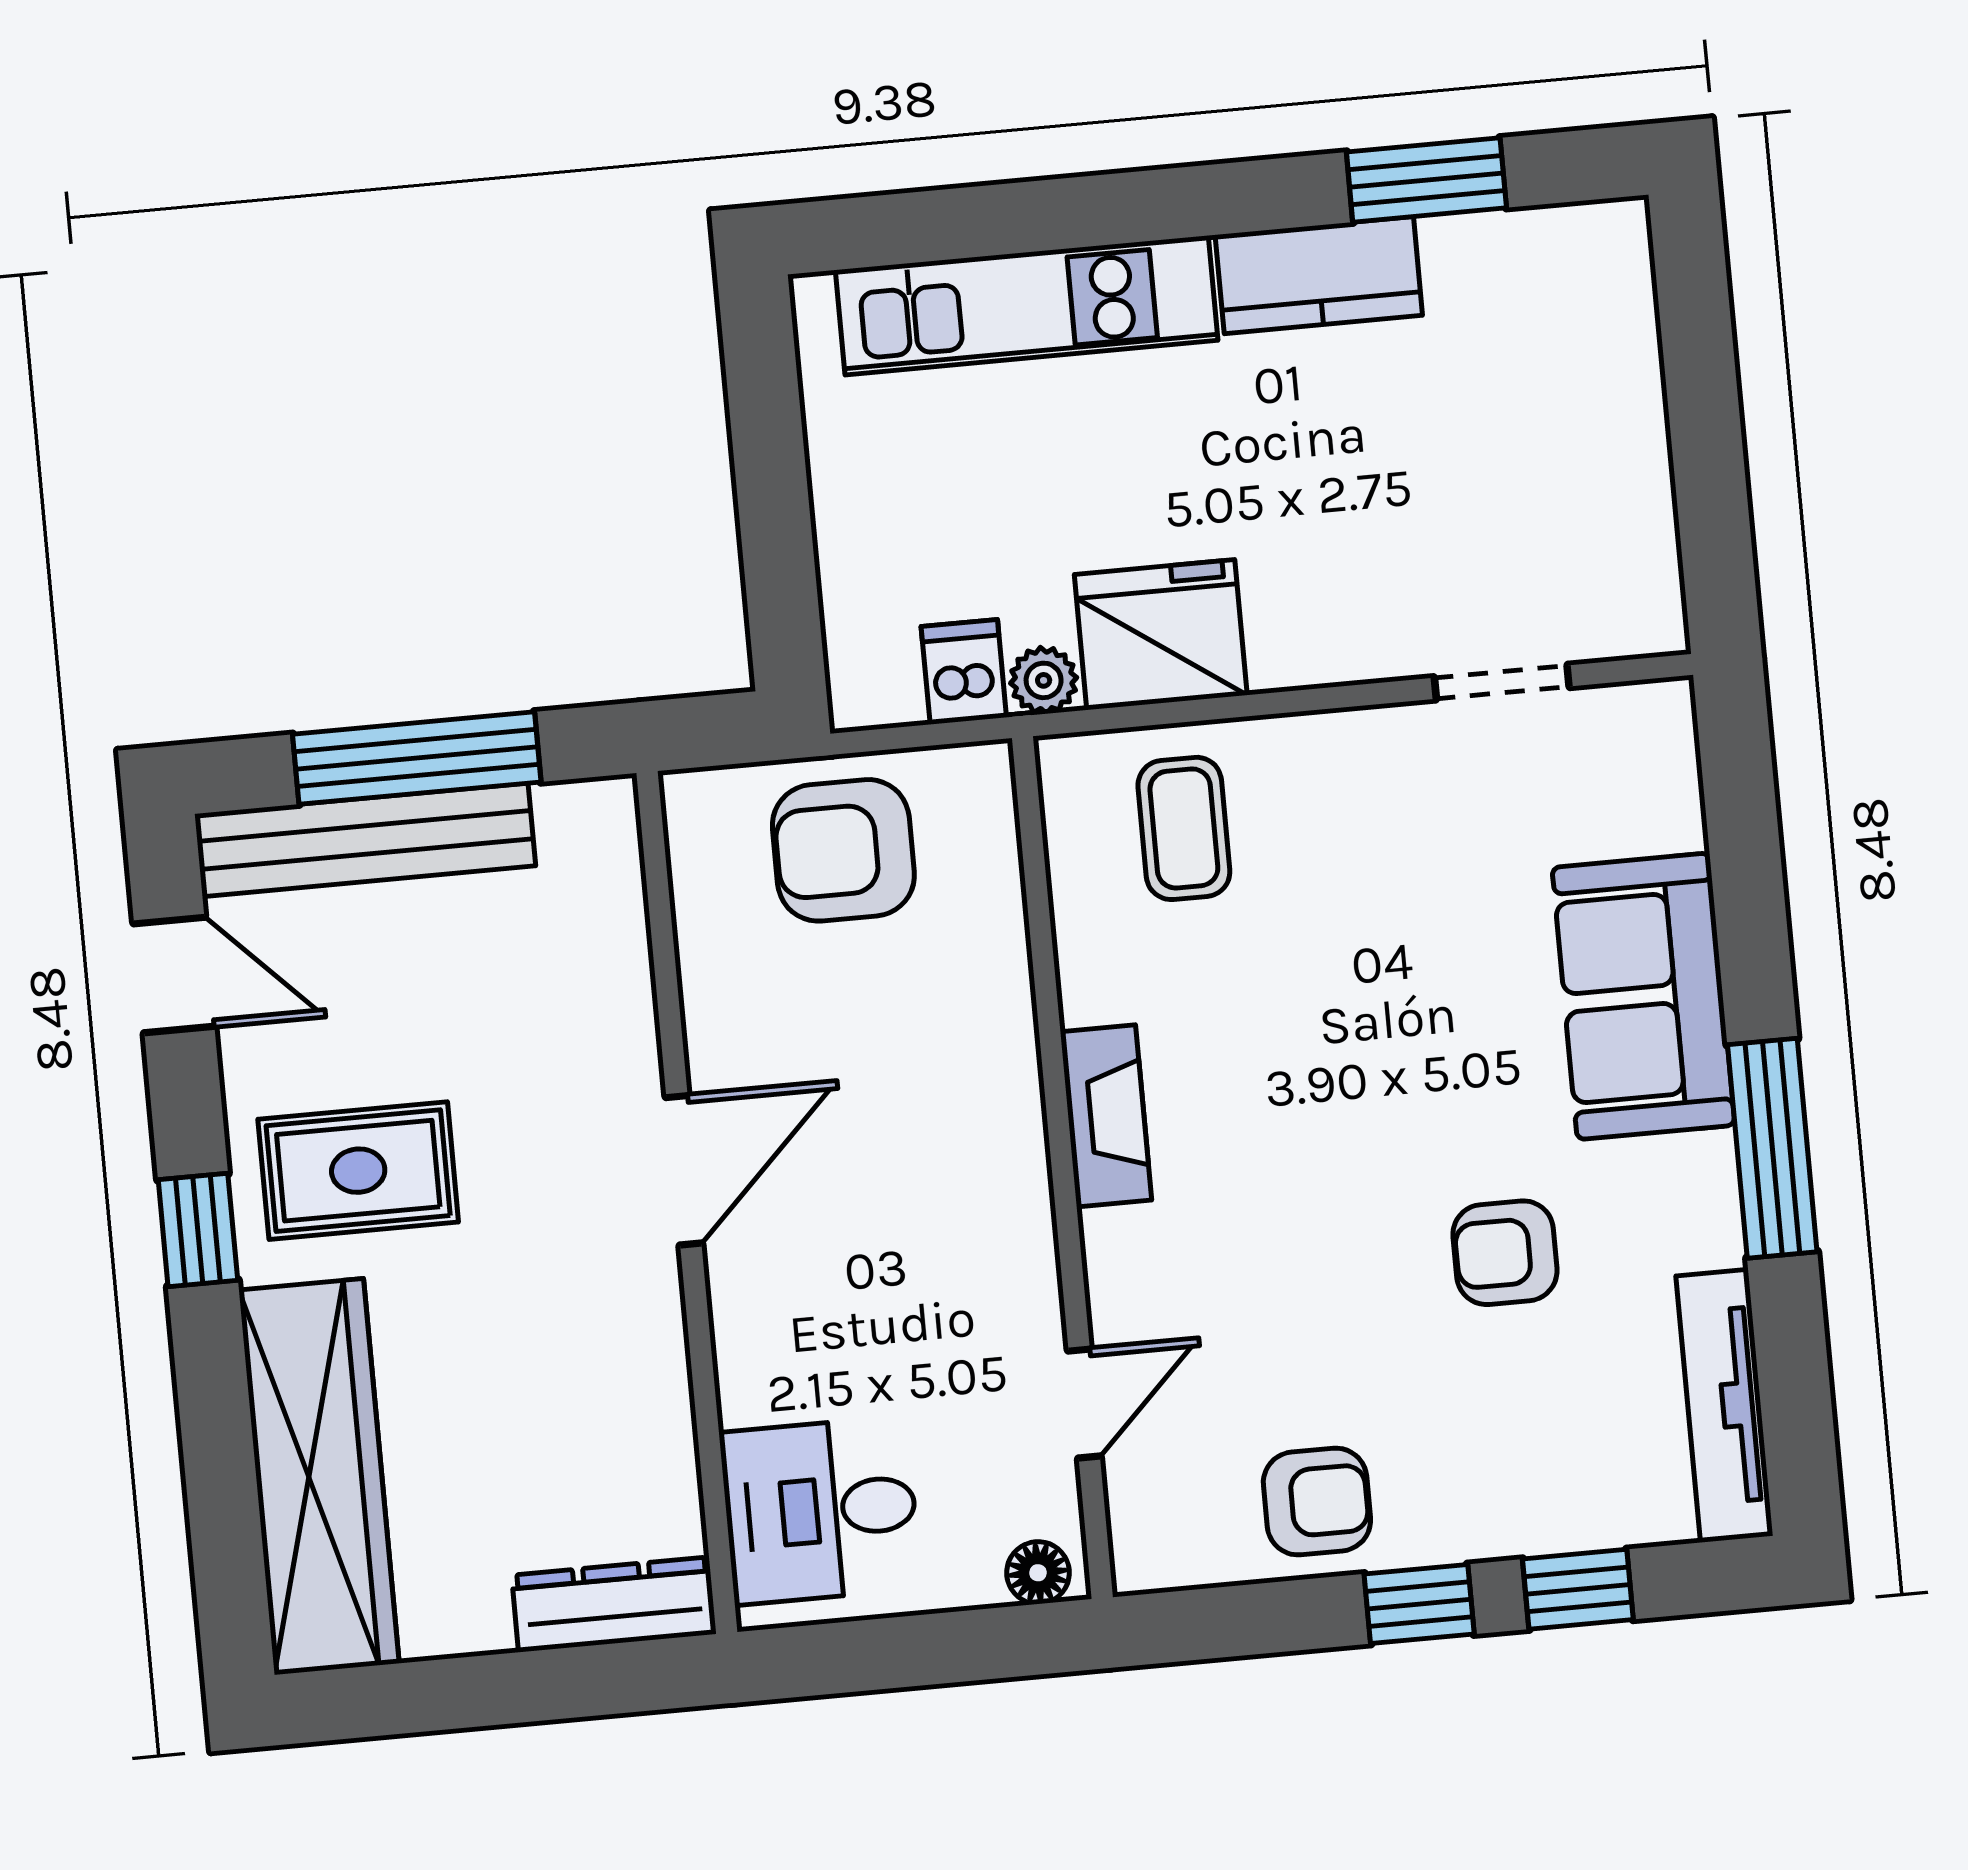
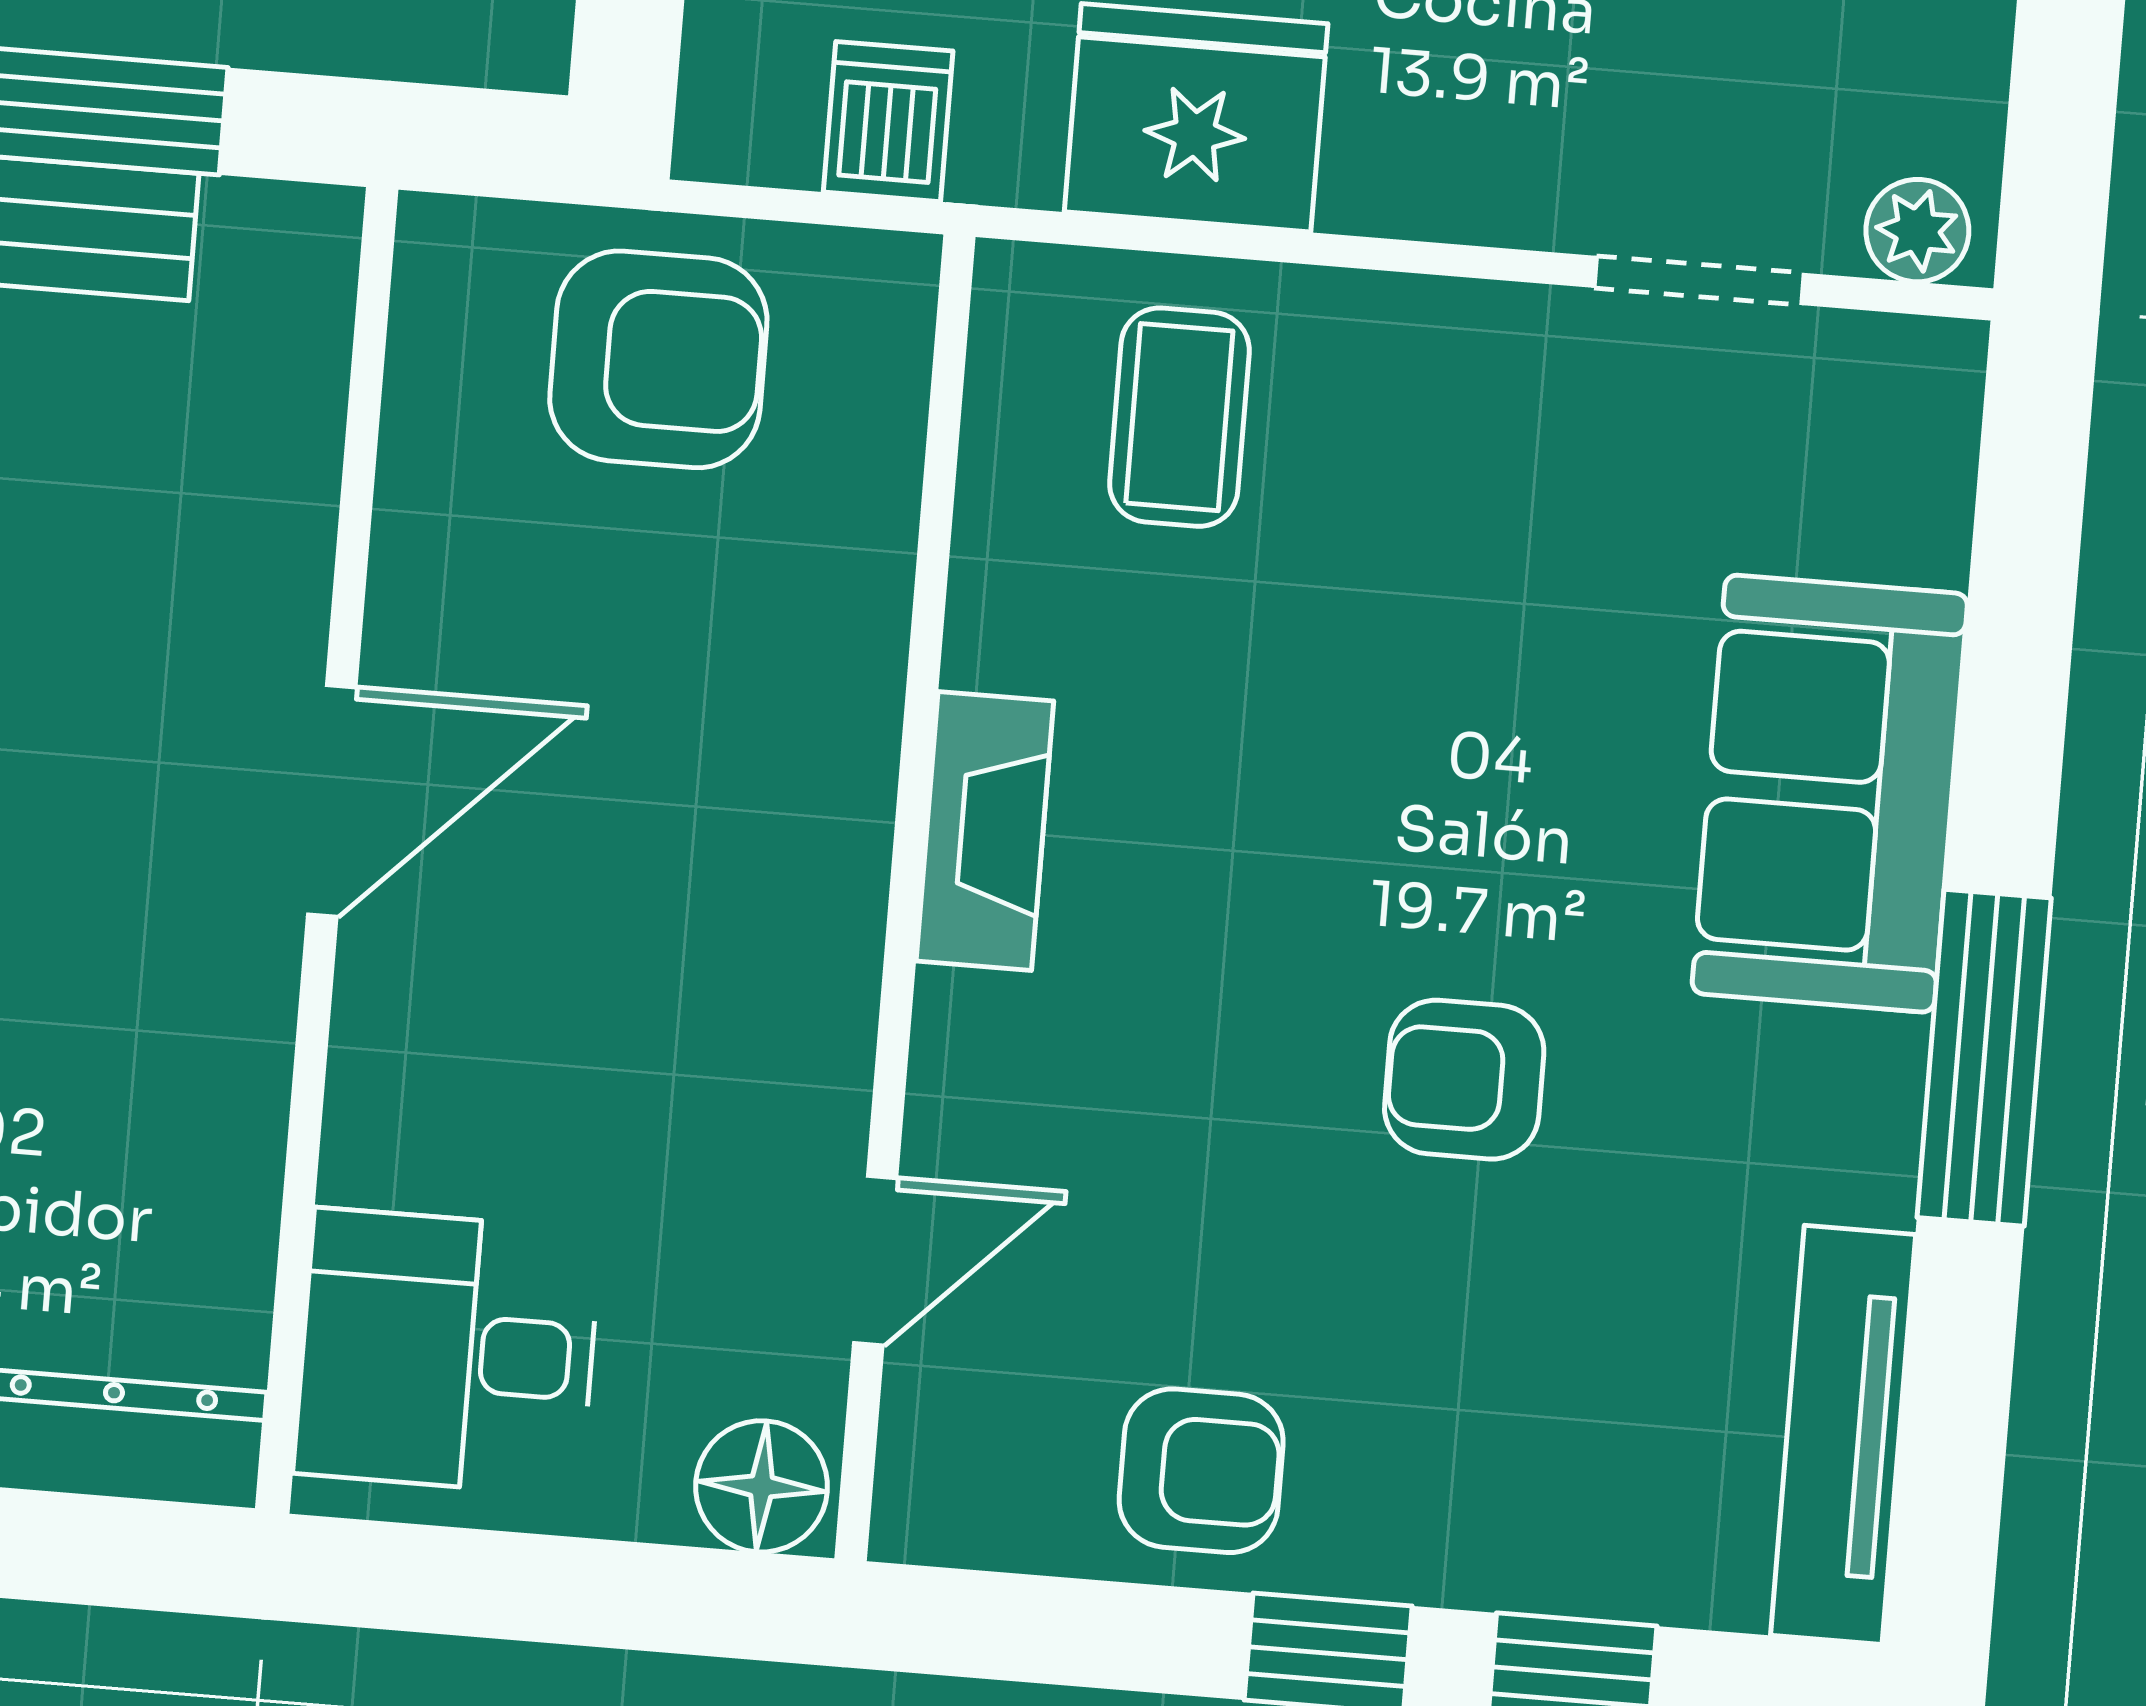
plant: (1044, 680) -> (1917, 231), moved
armchair: (843, 850) -> (658, 359), turned 180
armchair: (1505, 1253) -> (1464, 1080), moved
floor lamp: (1038, 1573) -> (762, 1486), width x1.37, depth x1.37

